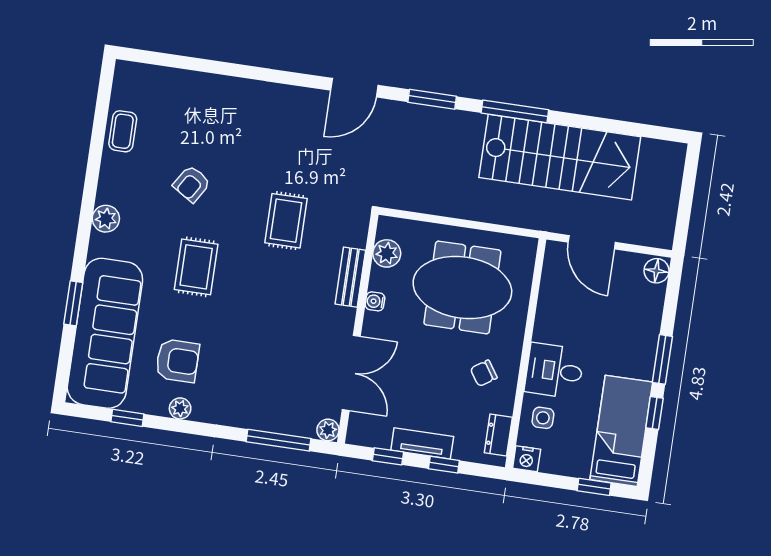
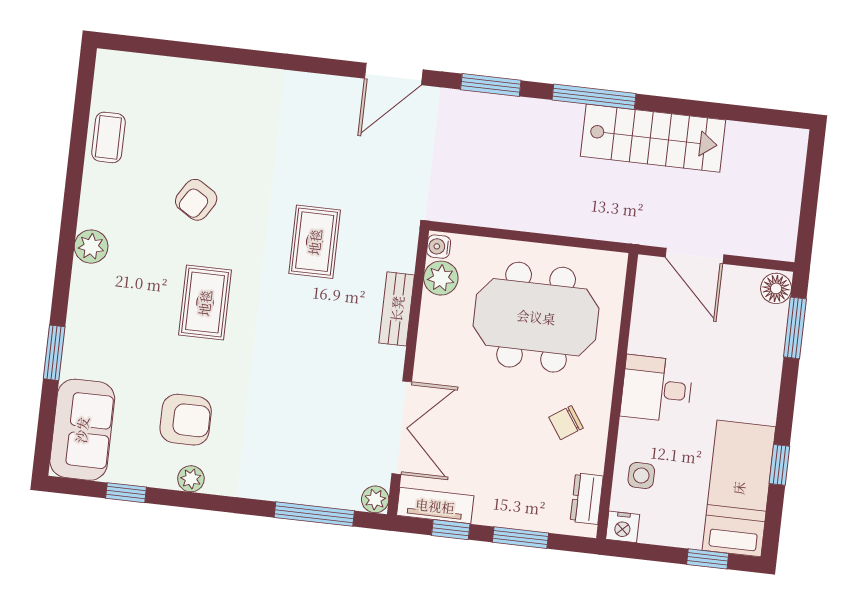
stairs: (560, 157) -> (653, 138), width x0.73, depth x0.66
water cooler: (375, 301) -> (439, 247), moved
sofa: (105, 333) -> (82, 430), width x0.54, depth x0.79
window: (662, 359) -> (795, 328), moved
desk: (554, 371) -> (657, 389), moved
tv unit: (422, 443) -> (435, 506), moved
window: (444, 465) -> (520, 538), width x1.50

